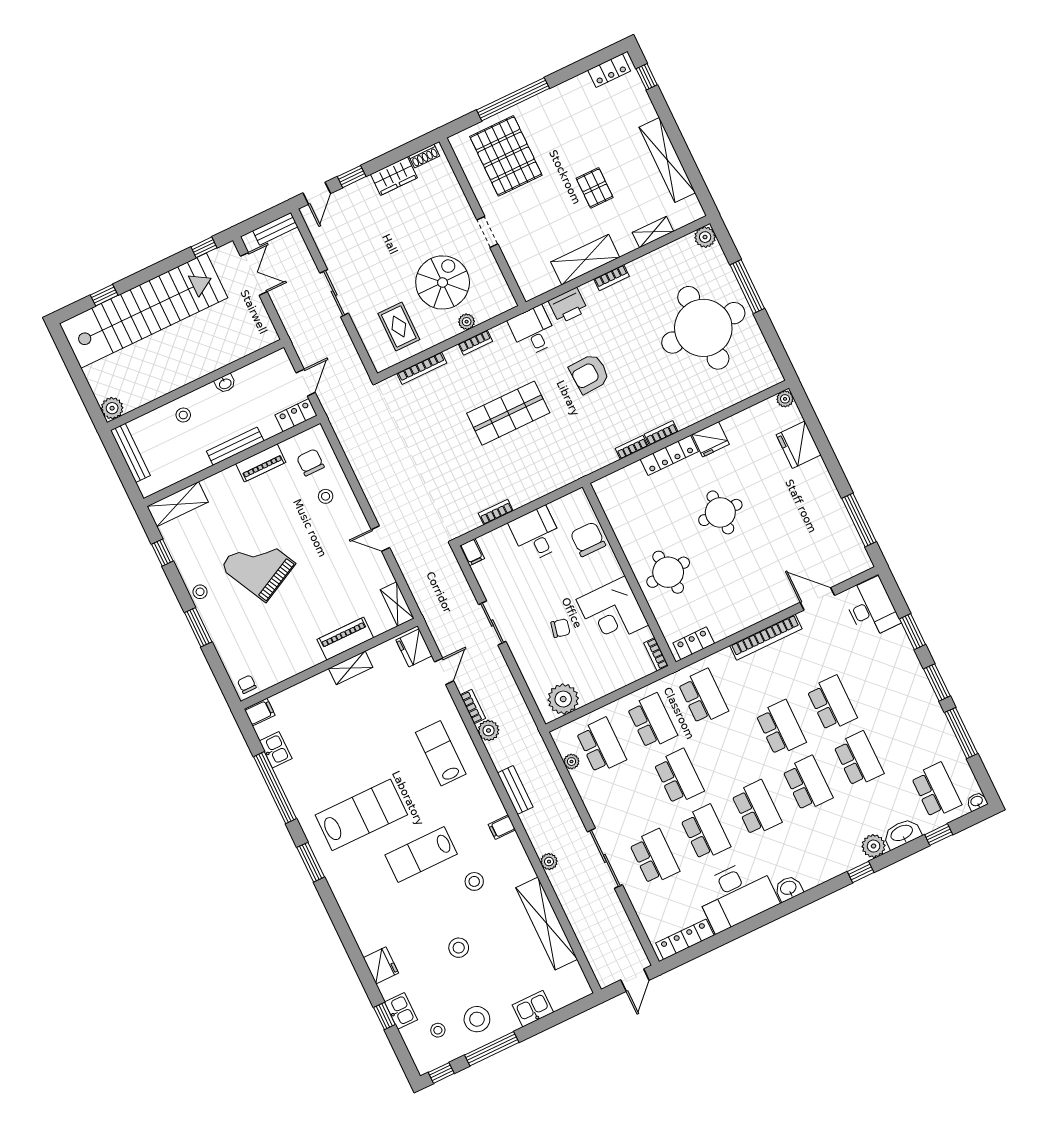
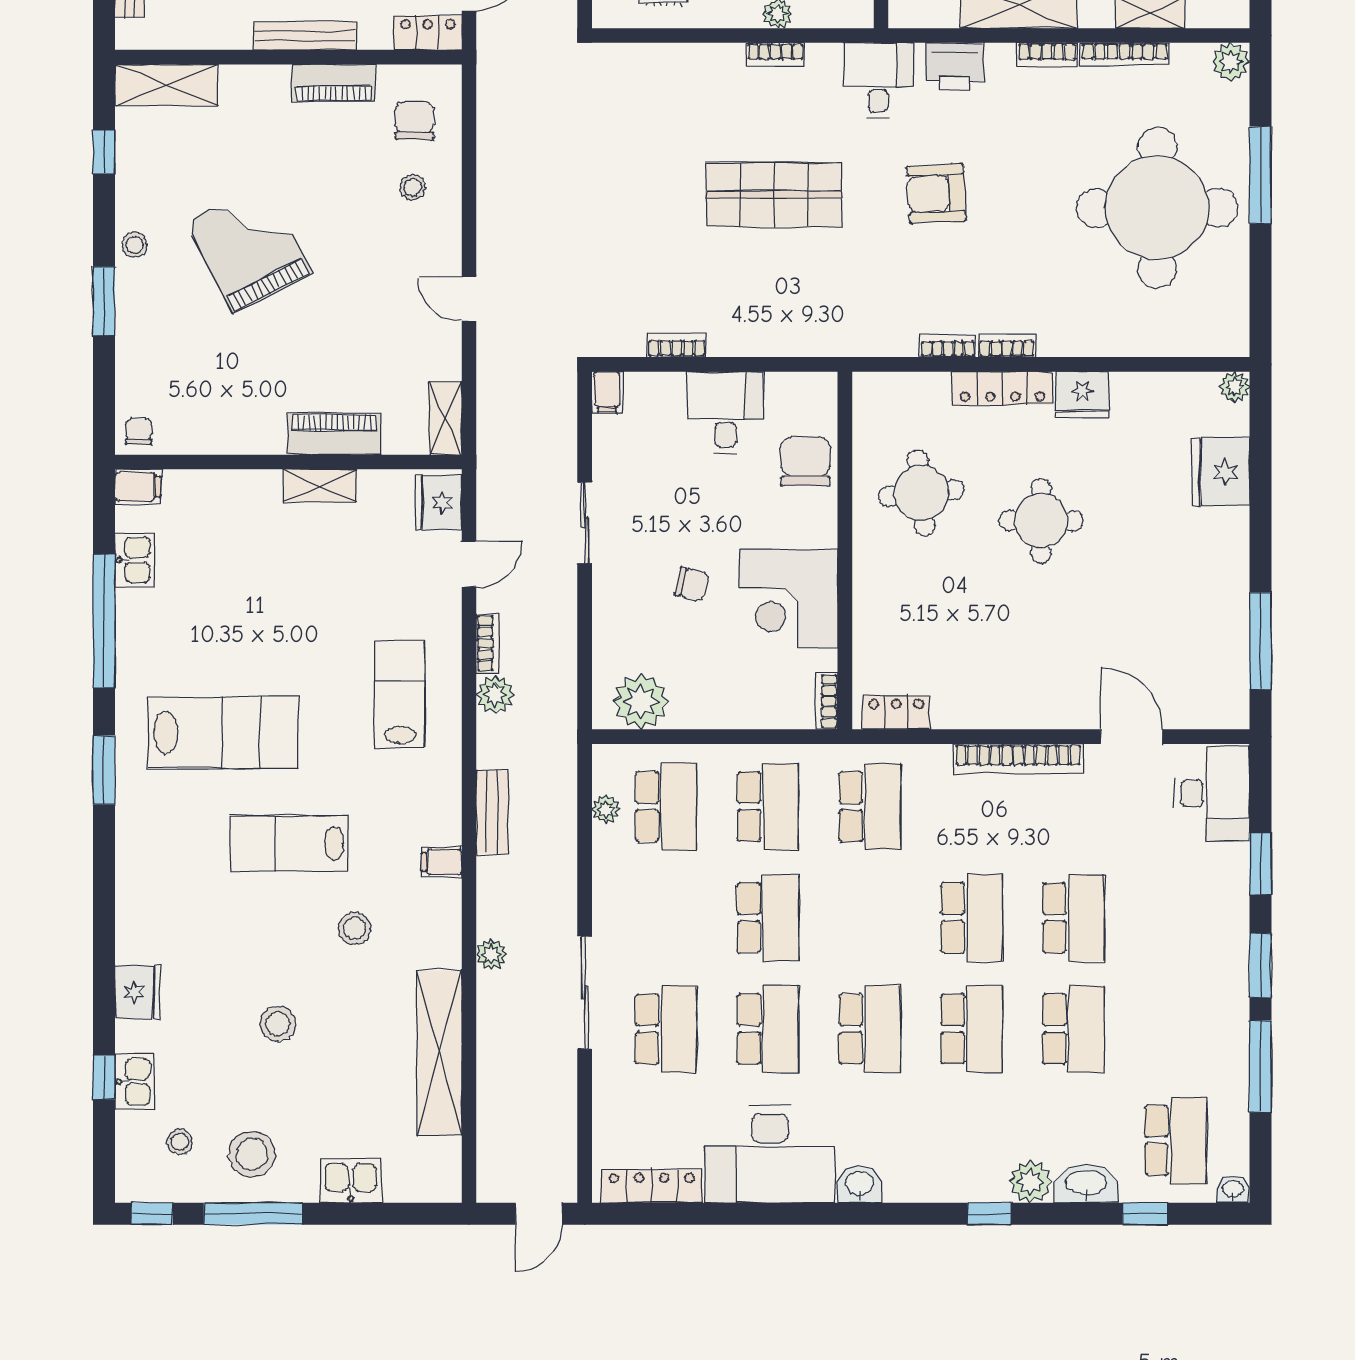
bookcase: (422, 368) -> (1125, 54), moved
round table: (668, 572) -> (921, 493), moved

